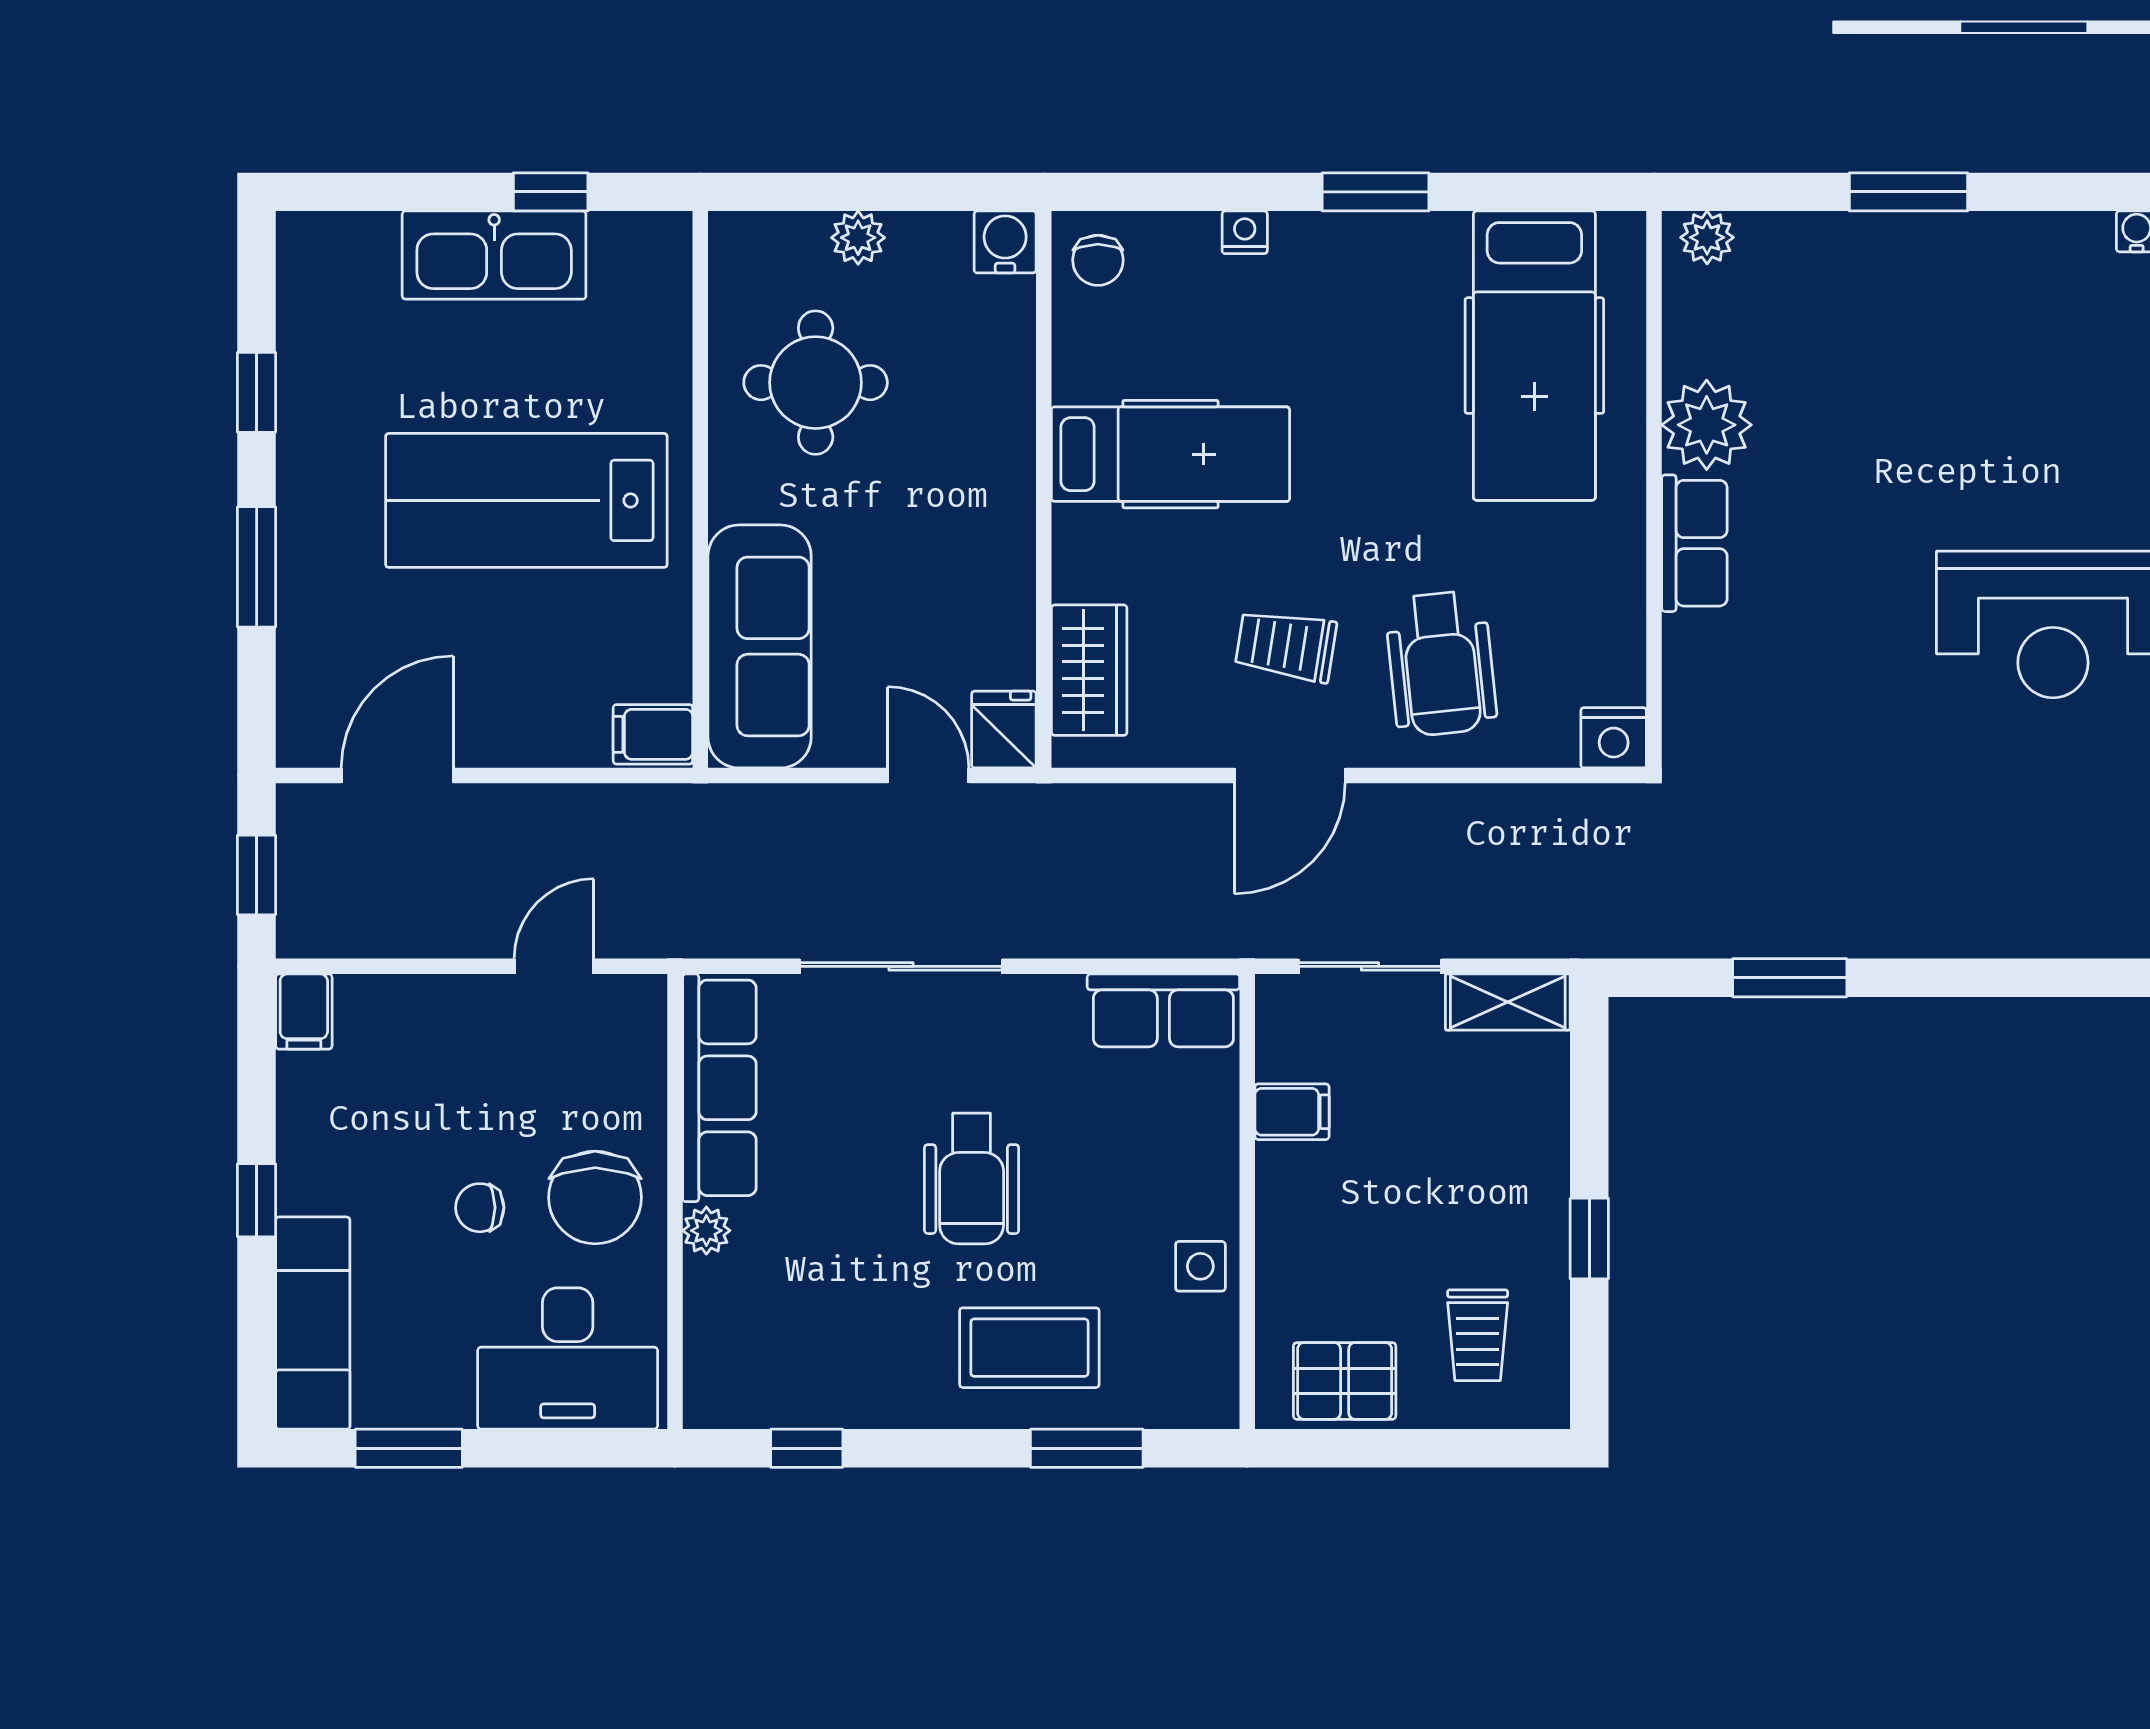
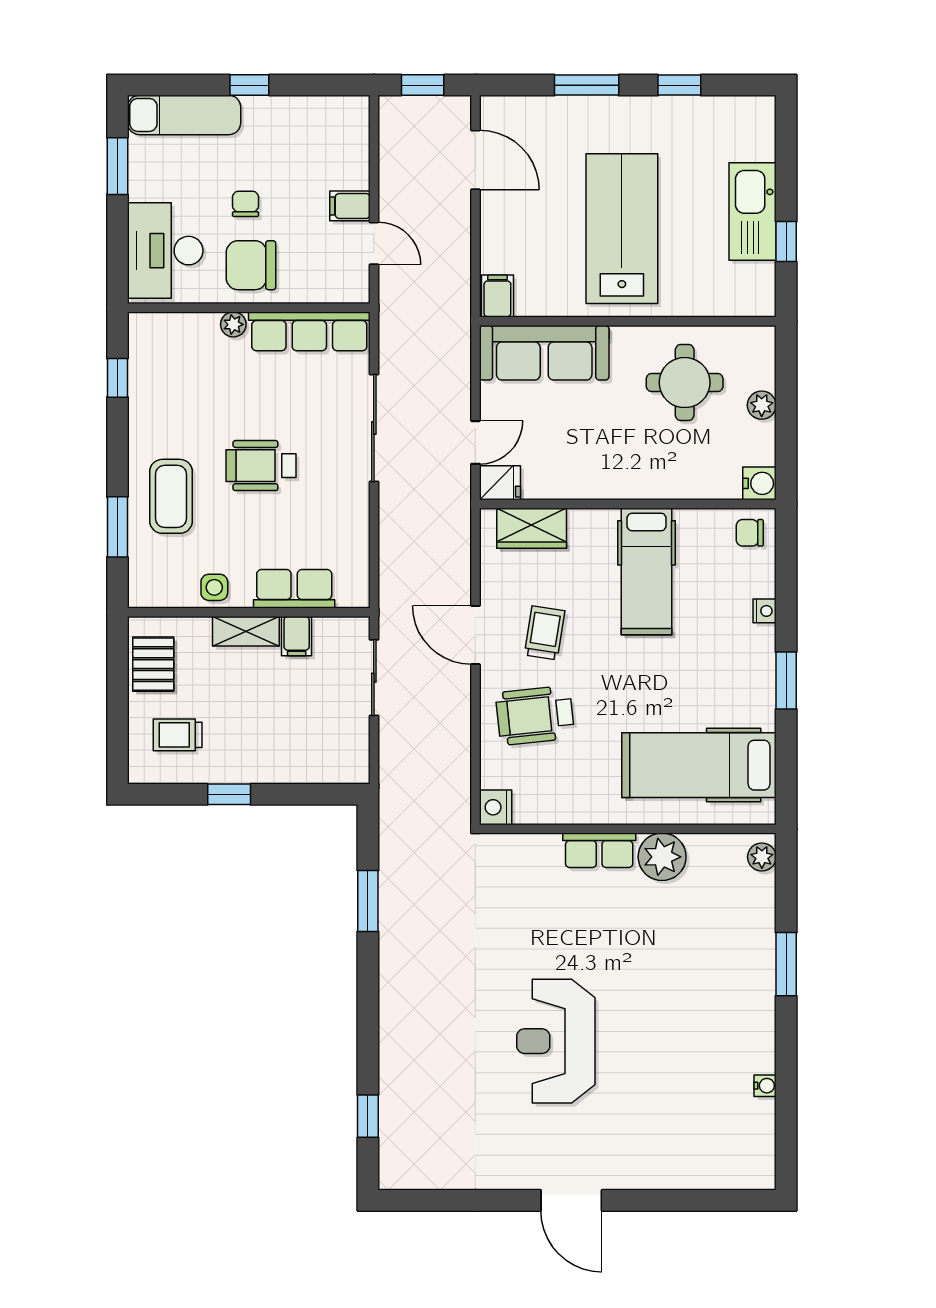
shelving: (1508, 1002) -> (246, 631), moved, turned 90
row of seats: (1163, 1010) -> (294, 589), moved, turned 90
filing cabinet: (304, 1012) -> (350, 206), moved

